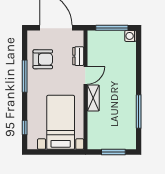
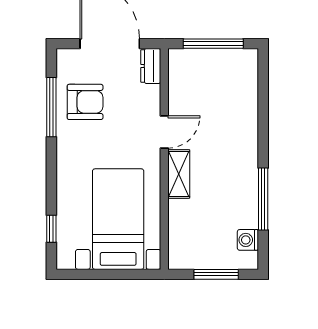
washing machine: (130, 36) -> (248, 240), moved
dresser: (78, 56) -> (151, 66), moved
window: (25, 76) -> (51, 107), moved

